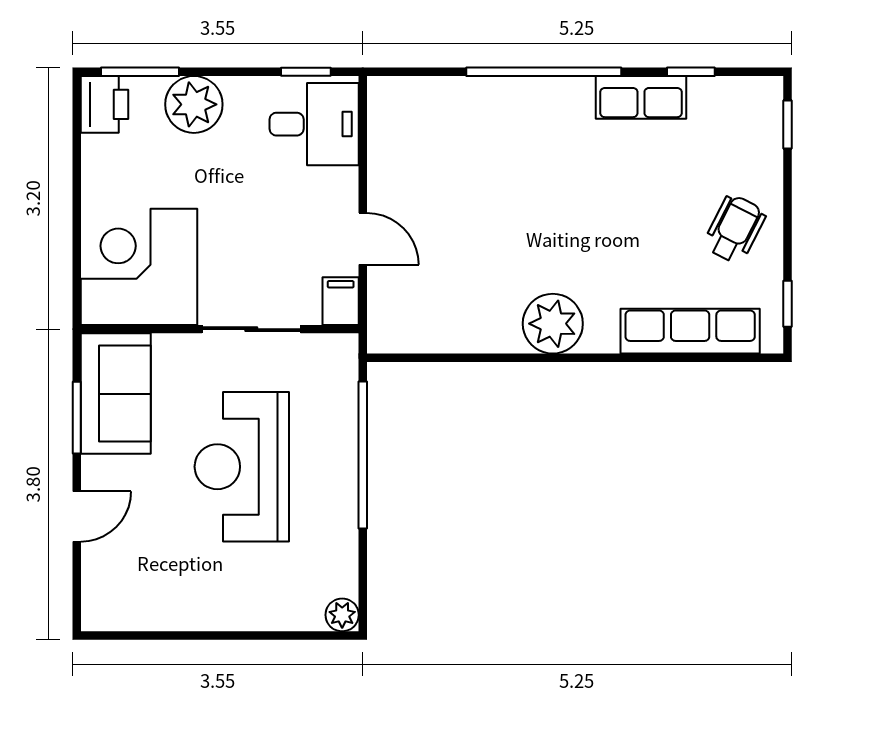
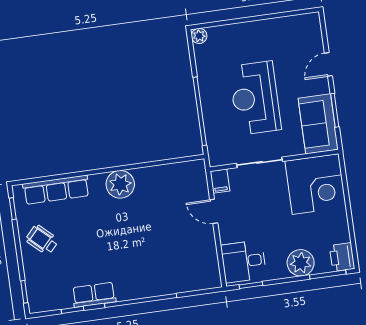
wheelchair: (735, 229) -> (42, 240), turned 106
reception desk: (242, 467) -> (255, 98), turned 180

